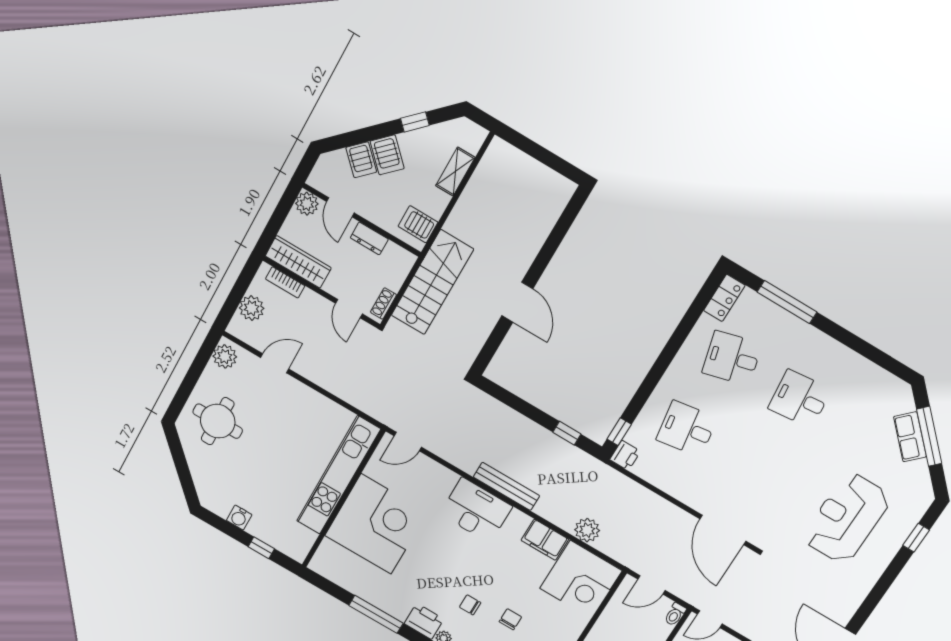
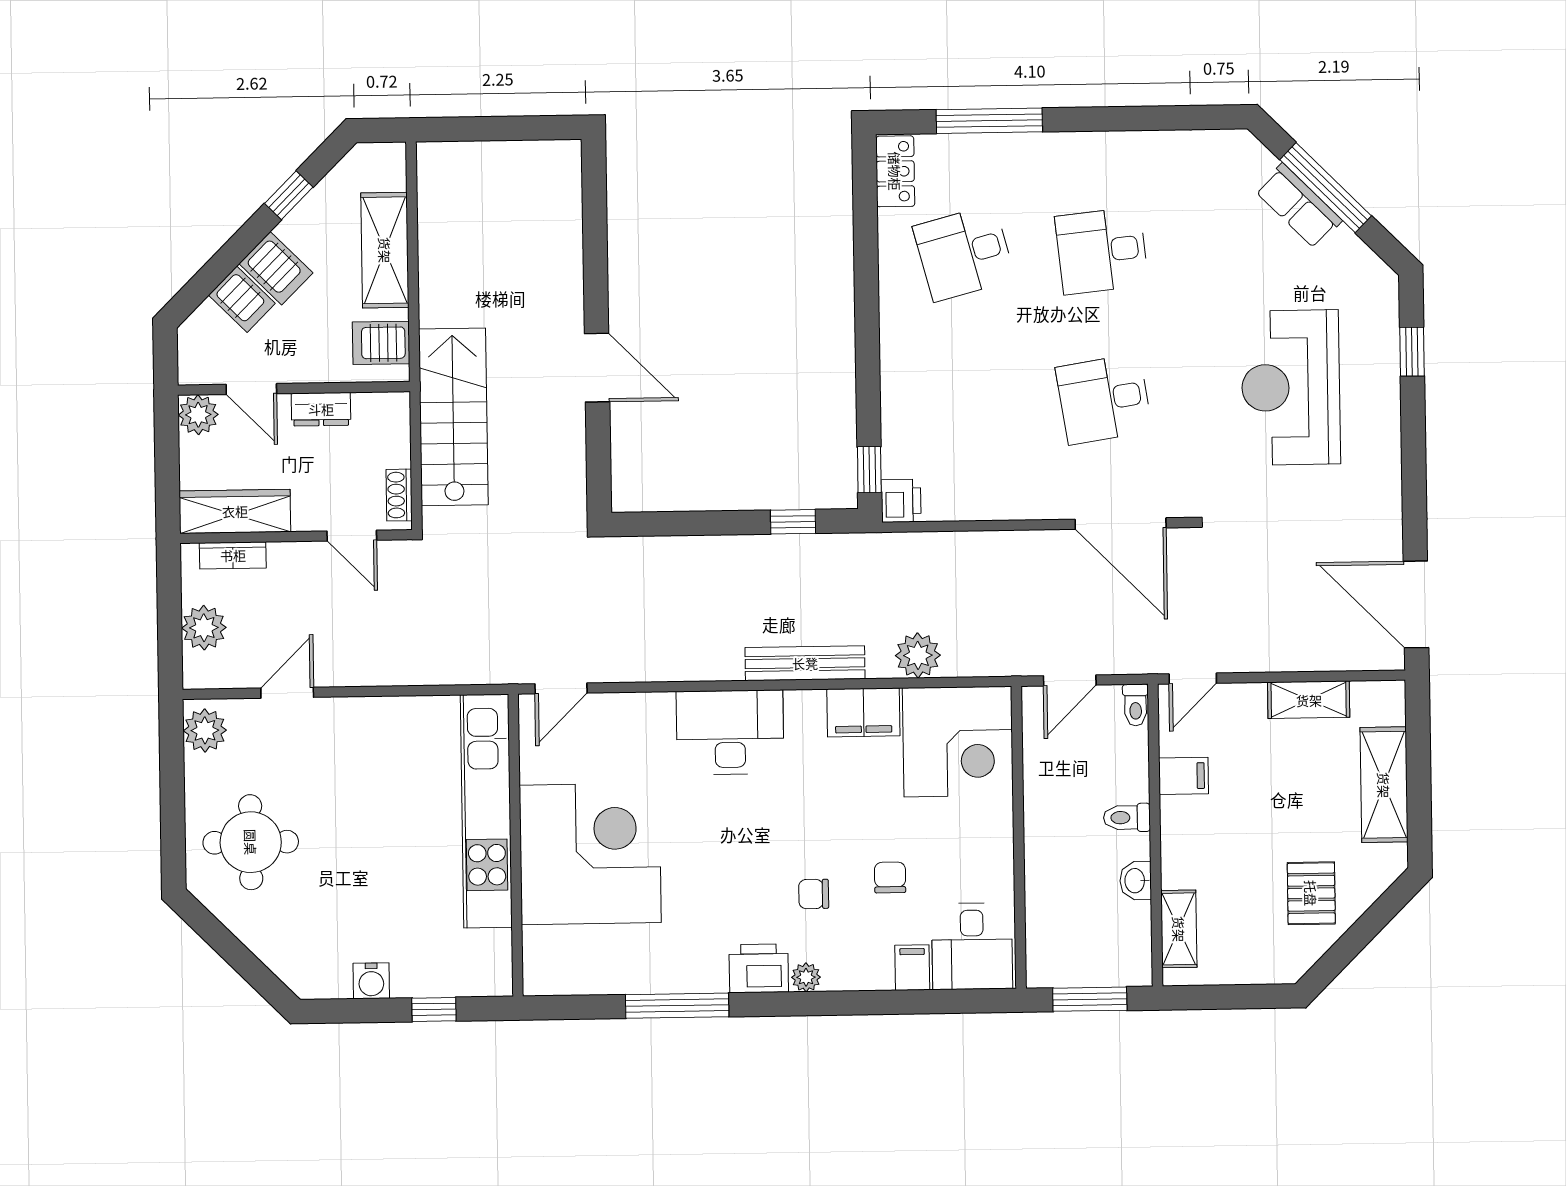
shelving: (455, 172) -> (385, 250), width x1.50, depth x1.33
desk: (687, 429) -> (1104, 399), moved
bench: (507, 486) -> (805, 663), moved

